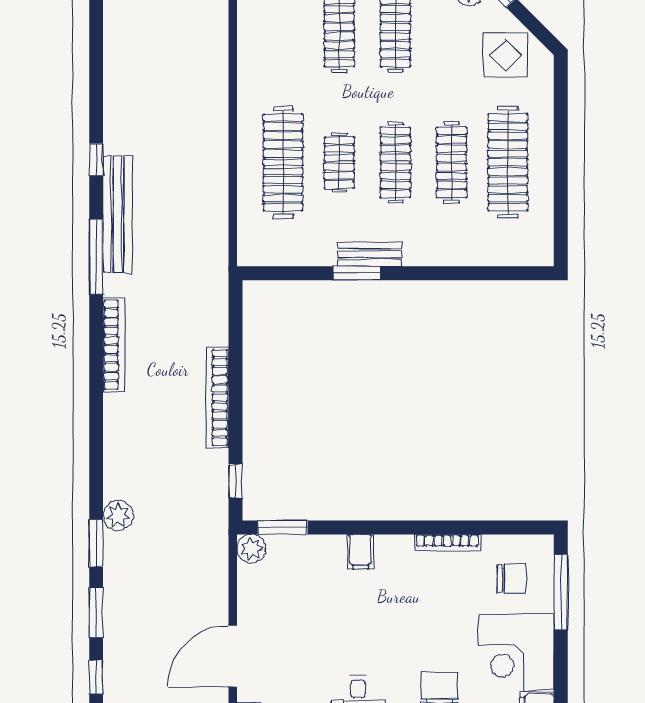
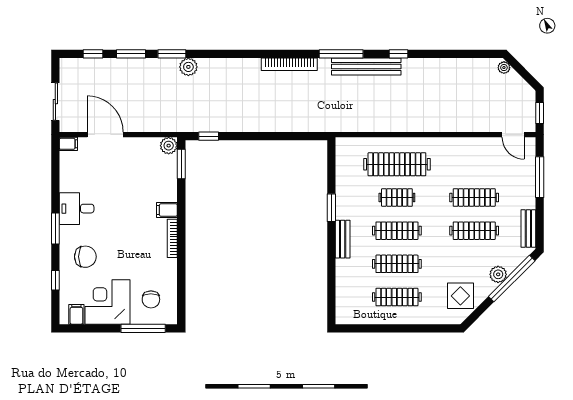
clothes rail: (508, 162) -> (397, 297), width x0.73, depth x0.76
bench: (370, 254) -> (343, 239), moved
bookcase: (217, 398) -> (258, 125), removed
bookcase: (447, 543) -> (172, 238), moved

